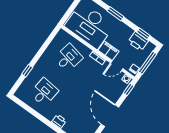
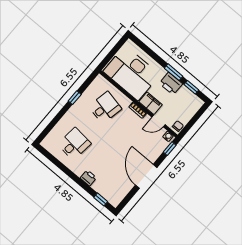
window: (115, 14) -> (174, 72), moved
printer: (138, 41) -> (171, 84), moved
window: (148, 63) -> (193, 120), removed
window: (27, 71) -> (75, 98), moved

